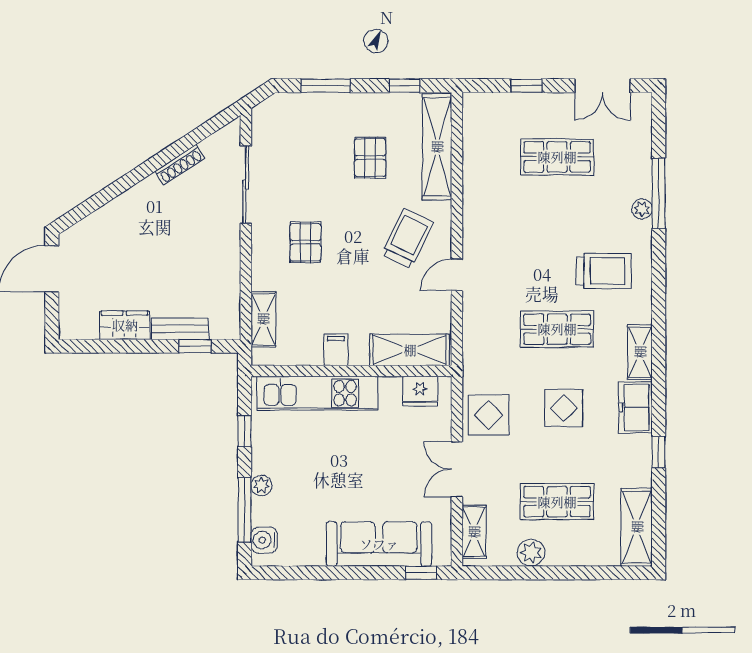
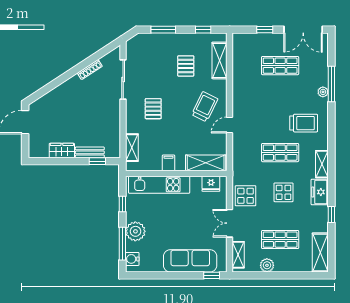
double door: (602, 86) -> (303, 30), width x1.37
shelving: (437, 147) -> (220, 60), width x0.68
plant: (261, 485) -> (135, 231), width x1.87, depth x1.87

